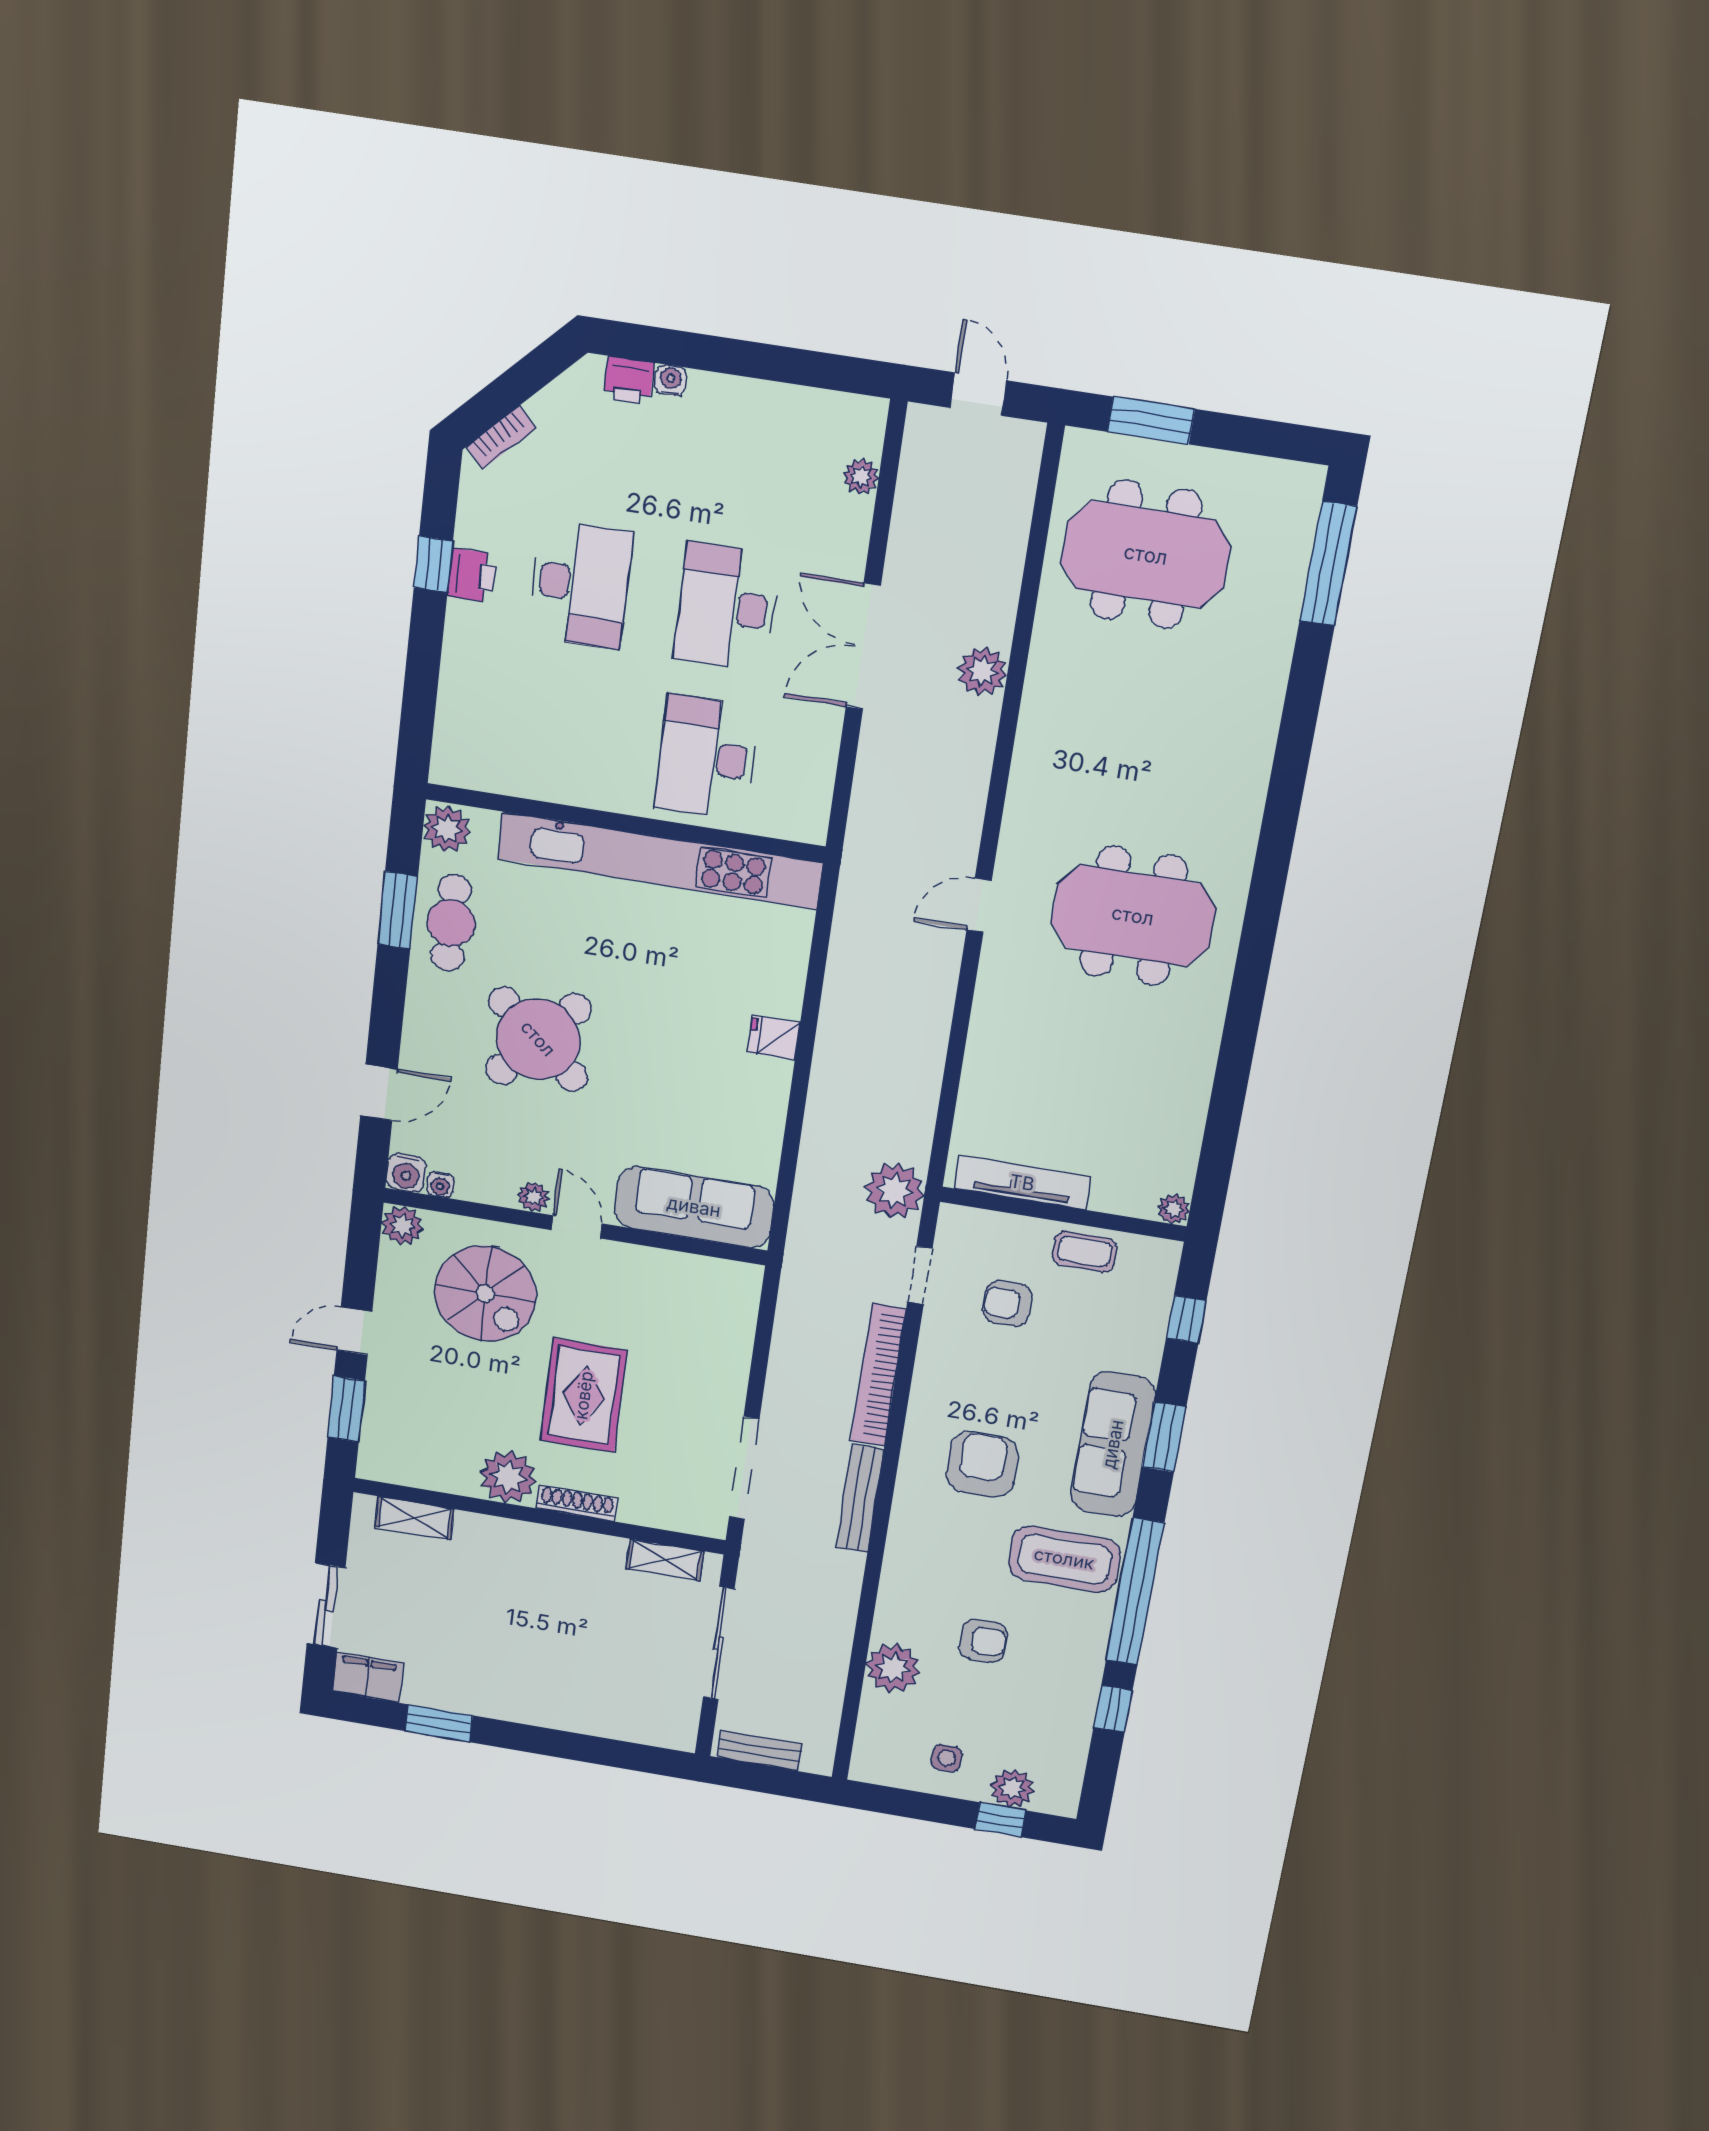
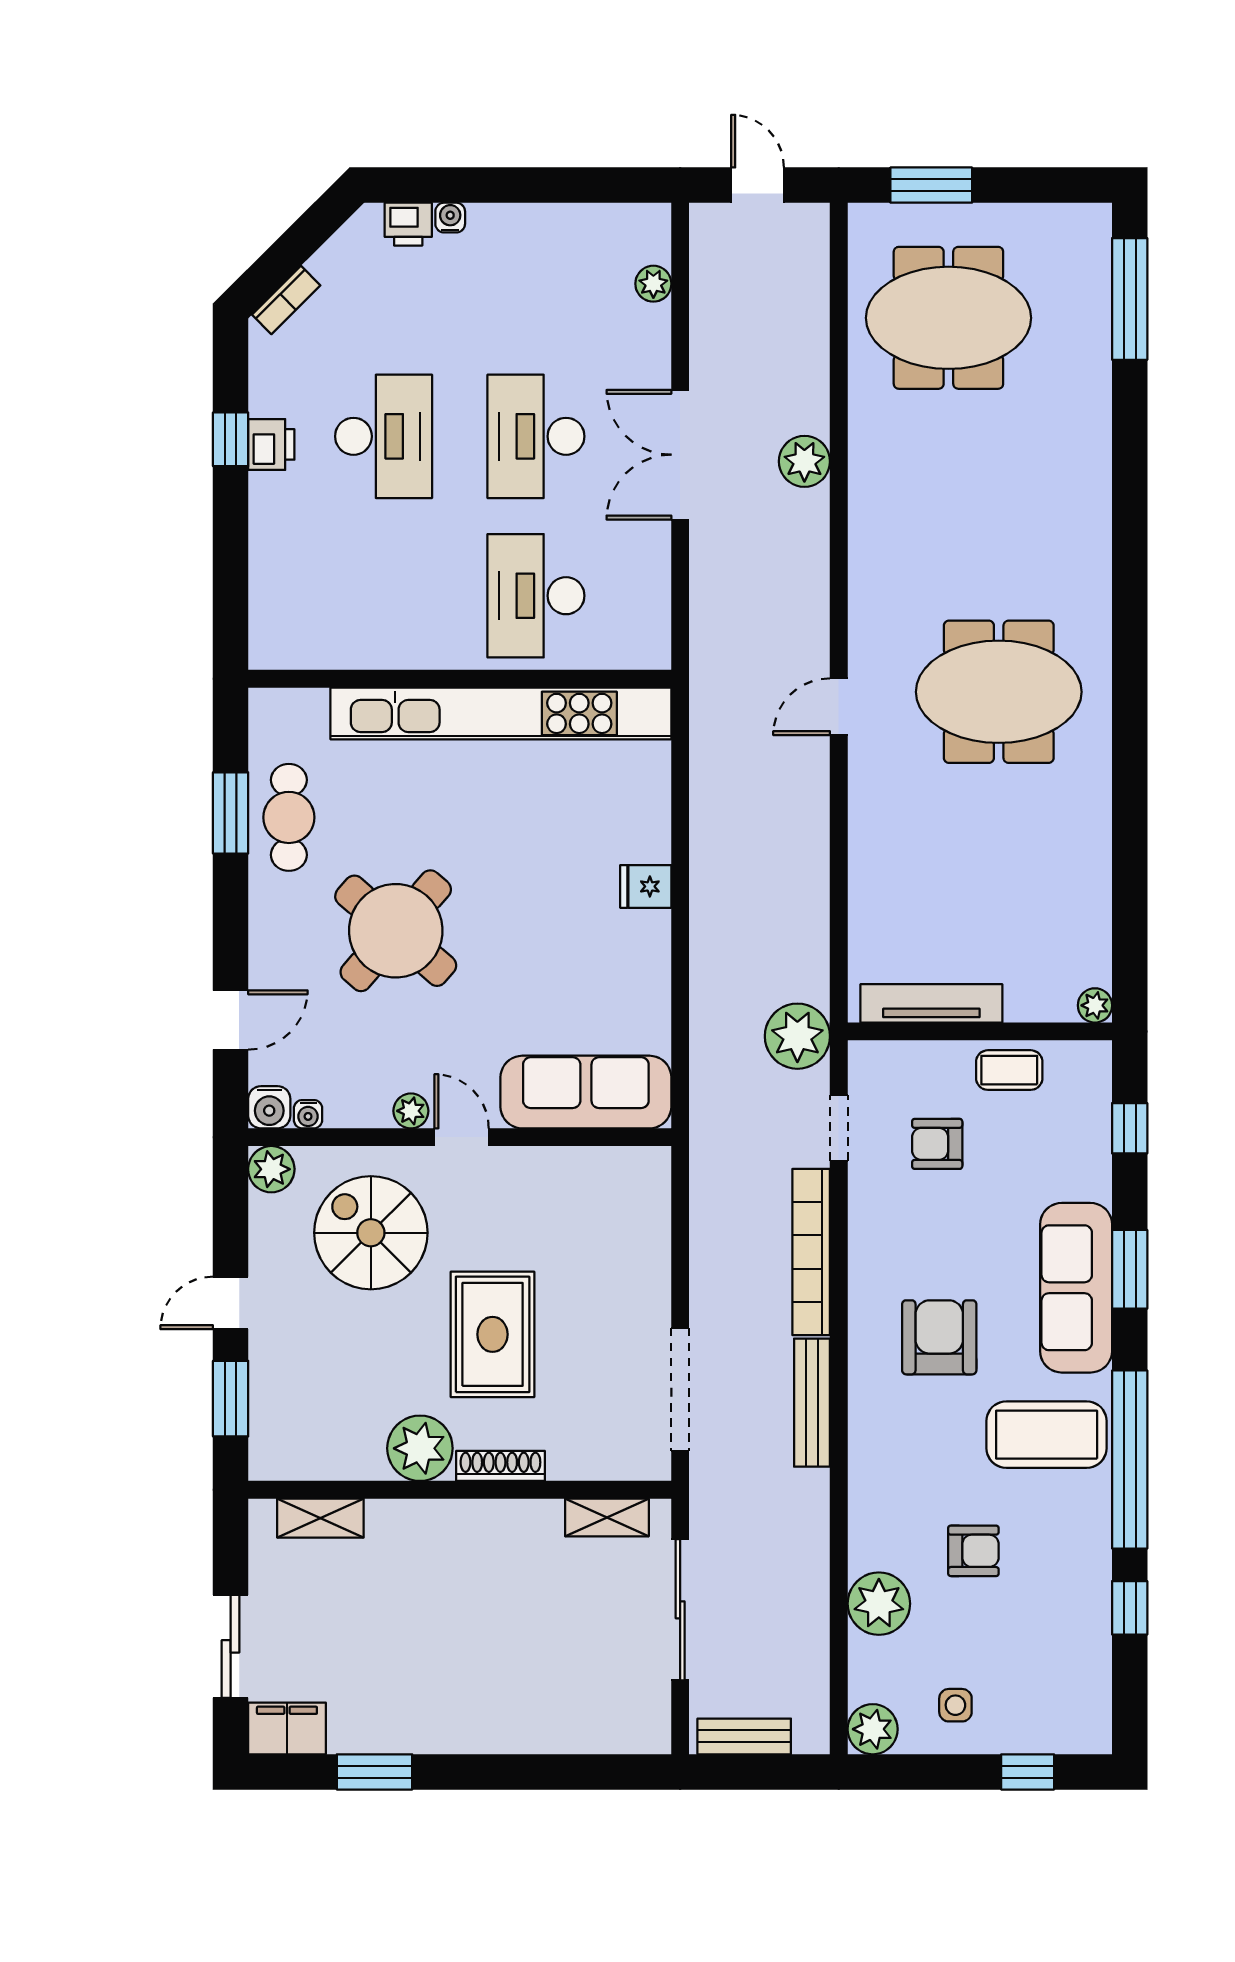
plant: (447, 829) -> (273, 716), removed
spiral stairs: (485, 1294) -> (371, 1233), turned 180
plant: (1012, 1788) -> (873, 1729), moved

